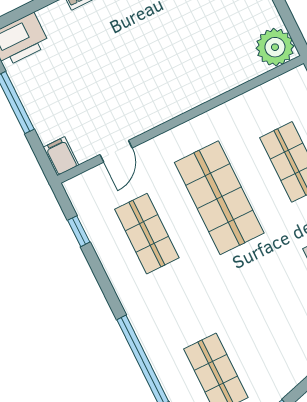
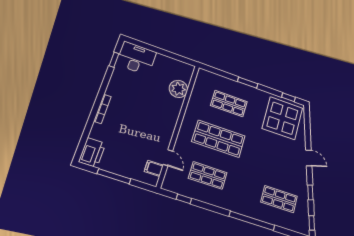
plant: (275, 47) -> (178, 89), moved
filing cabinet: (61, 156) -> (154, 168), moved

